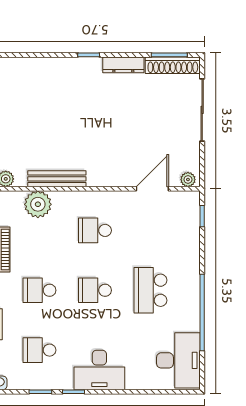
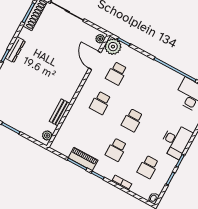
dresser: (123, 65) -> (15, 50), moved
bench: (57, 179) -> (60, 112), width x0.73
plant: (38, 204) -> (113, 47), moved
school desk: (150, 290) -> (116, 73), moved, width x0.54

